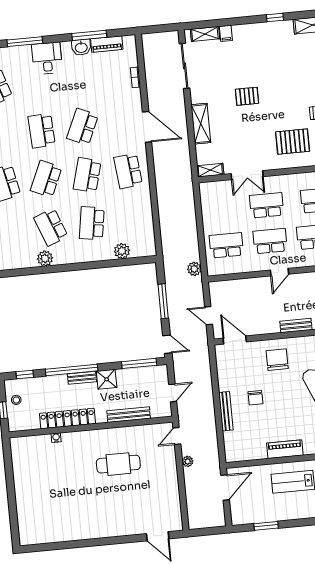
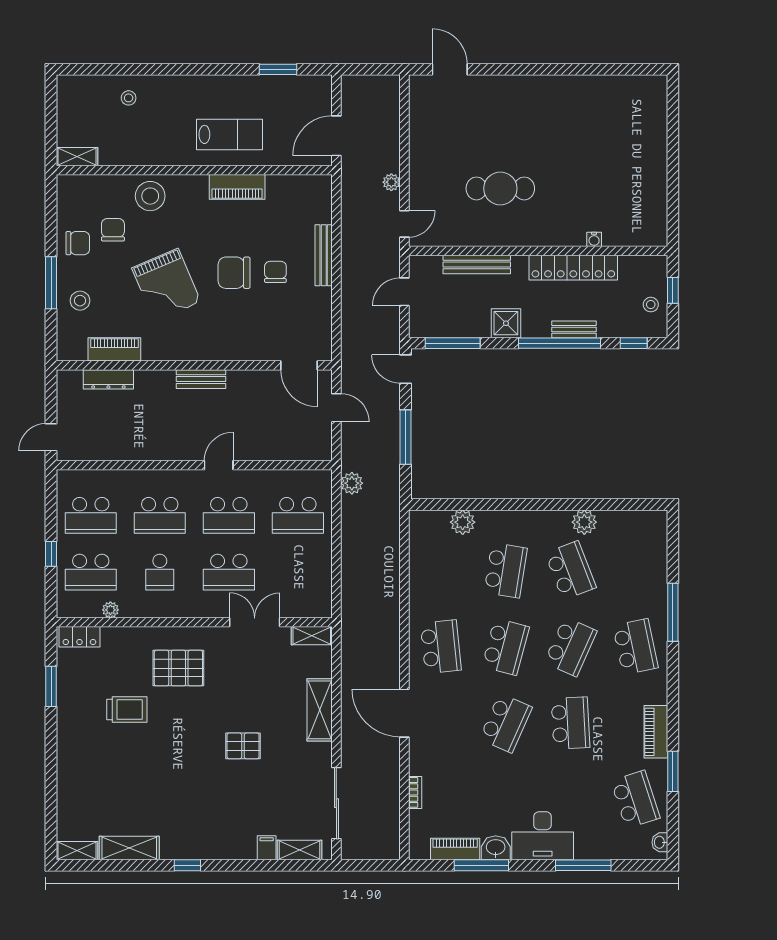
desk: (47, 58) -> (543, 836), width x1.37
chair: (277, 360) -> (234, 273), moved, turned 90
bench: (82, 378) -> (574, 329), moved

